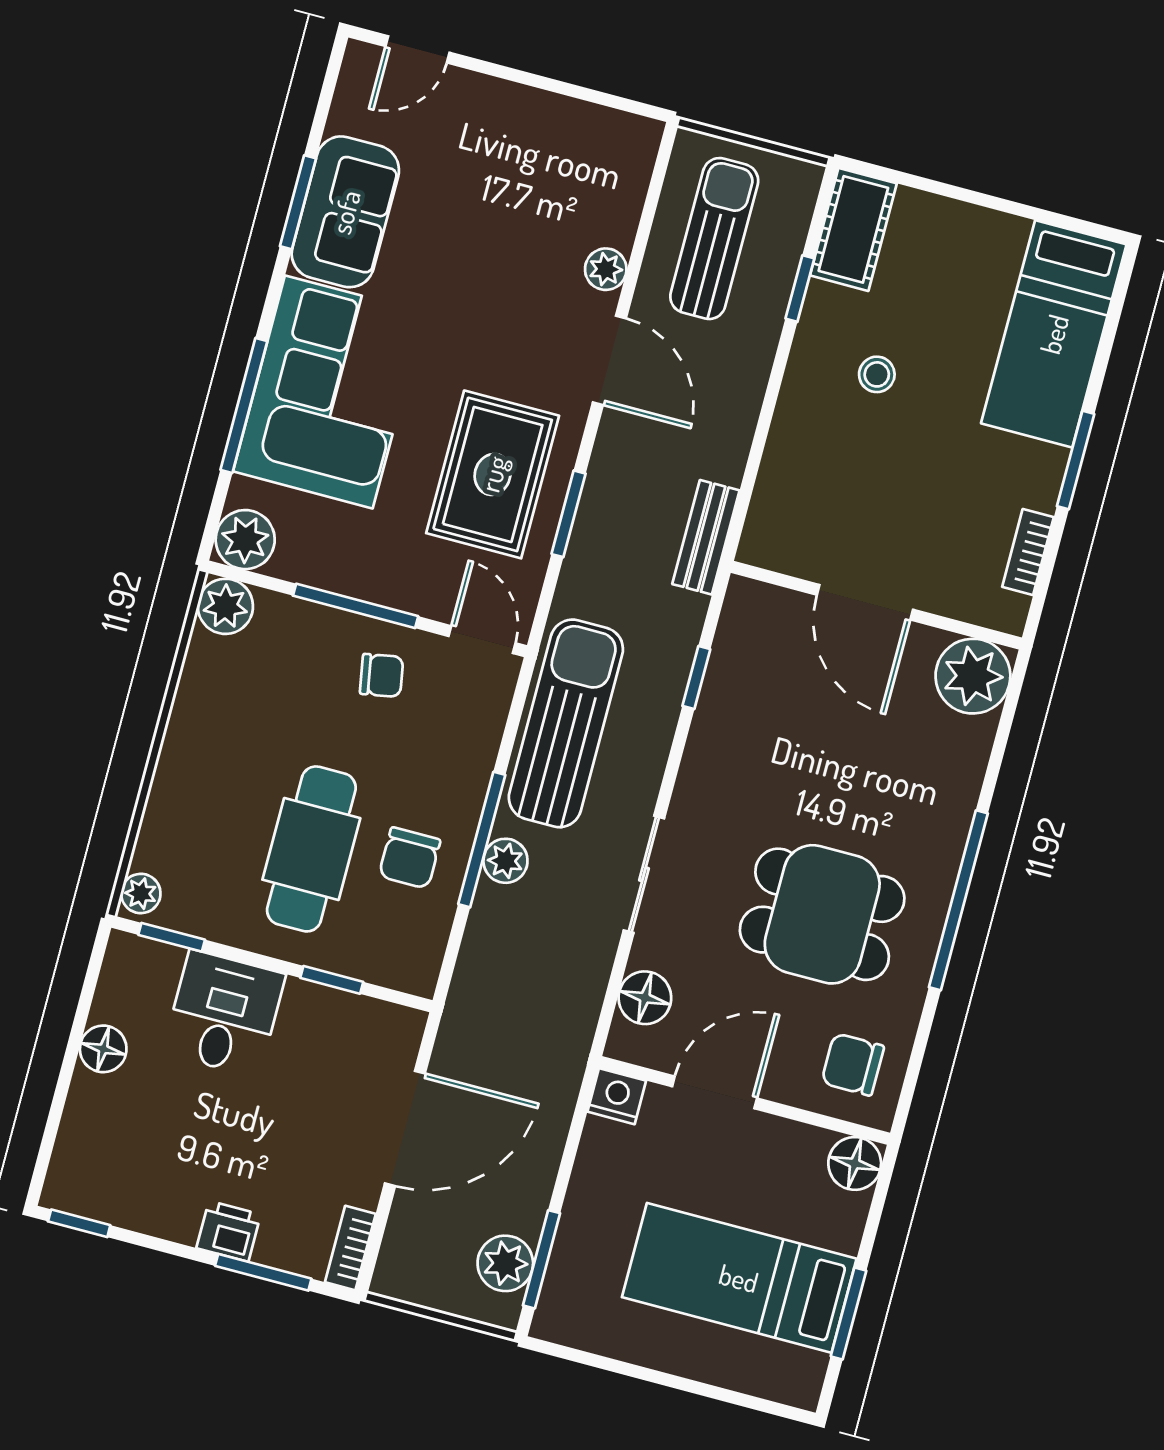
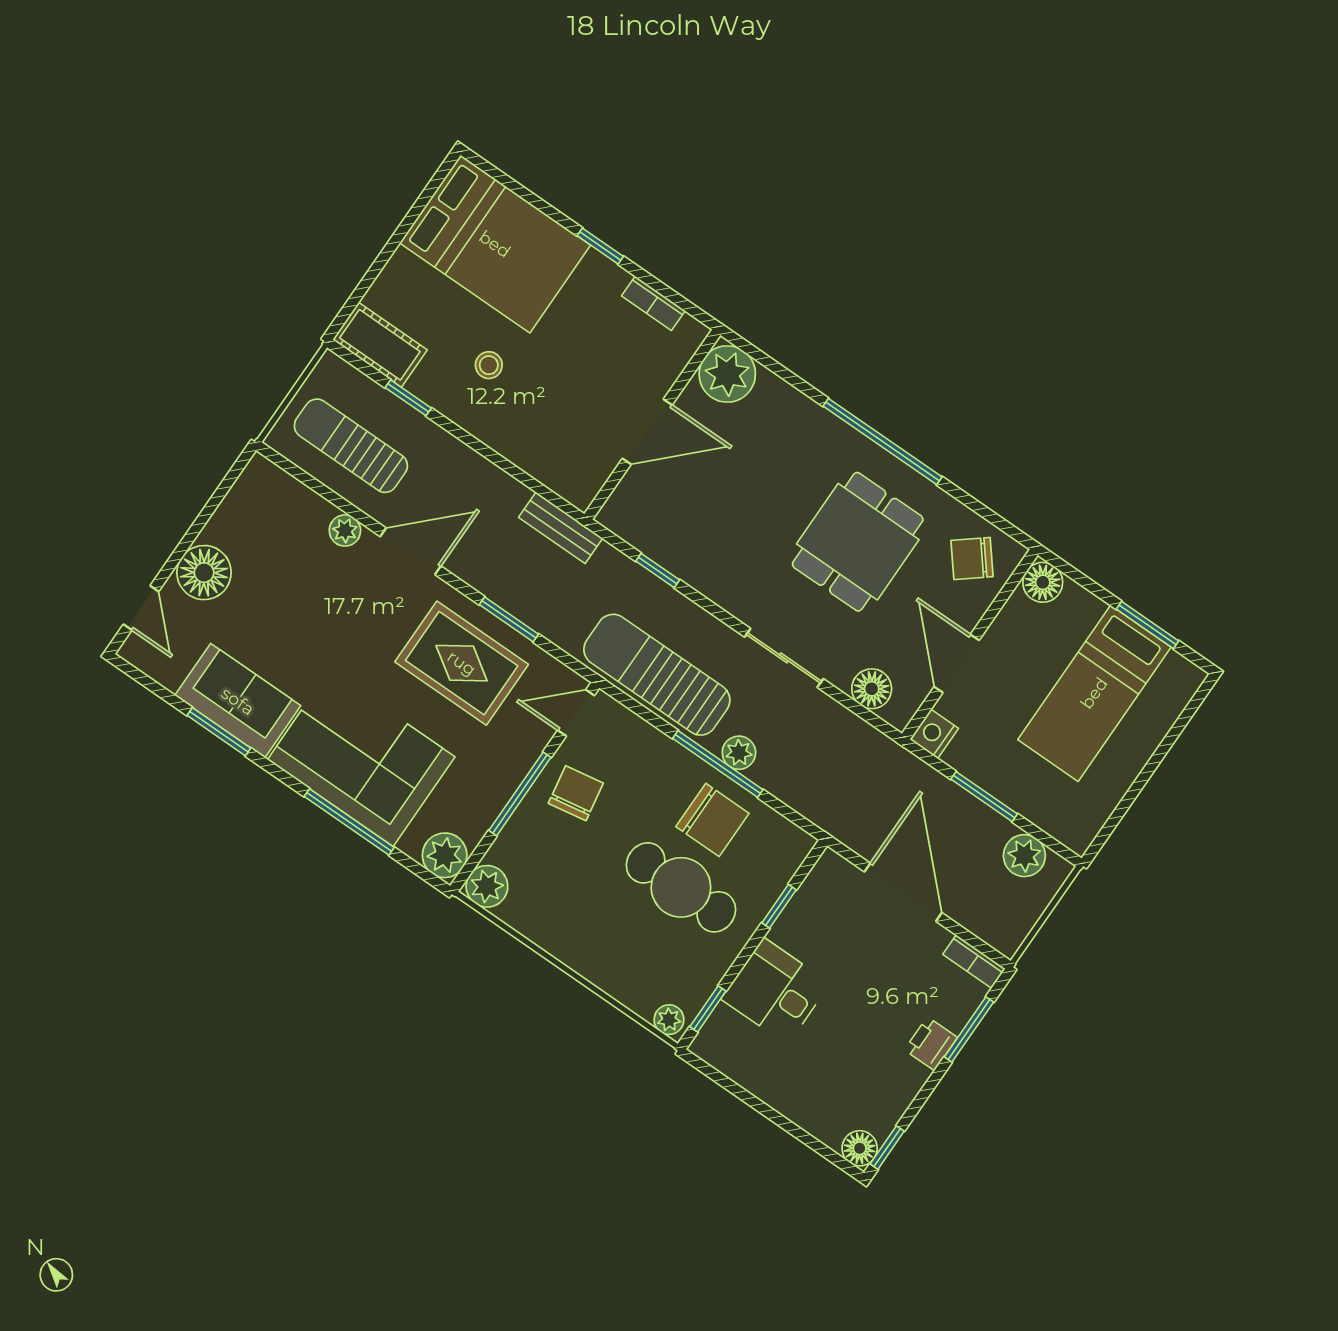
floor lamp: (490, 112) -> (204, 573), added
bed: (1054, 334) -> (495, 244), width x1.50
window: (1076, 460) -> (600, 246), width x0.67
chair: (382, 675) -> (576, 793), width x1.37, depth x1.37
chair: (410, 858) -> (712, 820), width x1.37, depth x1.37
floor lamp: (103, 1049) -> (860, 1148), moved
chair: (853, 1064) -> (972, 558), turned 51
window: (542, 1259) -> (984, 797), moved

